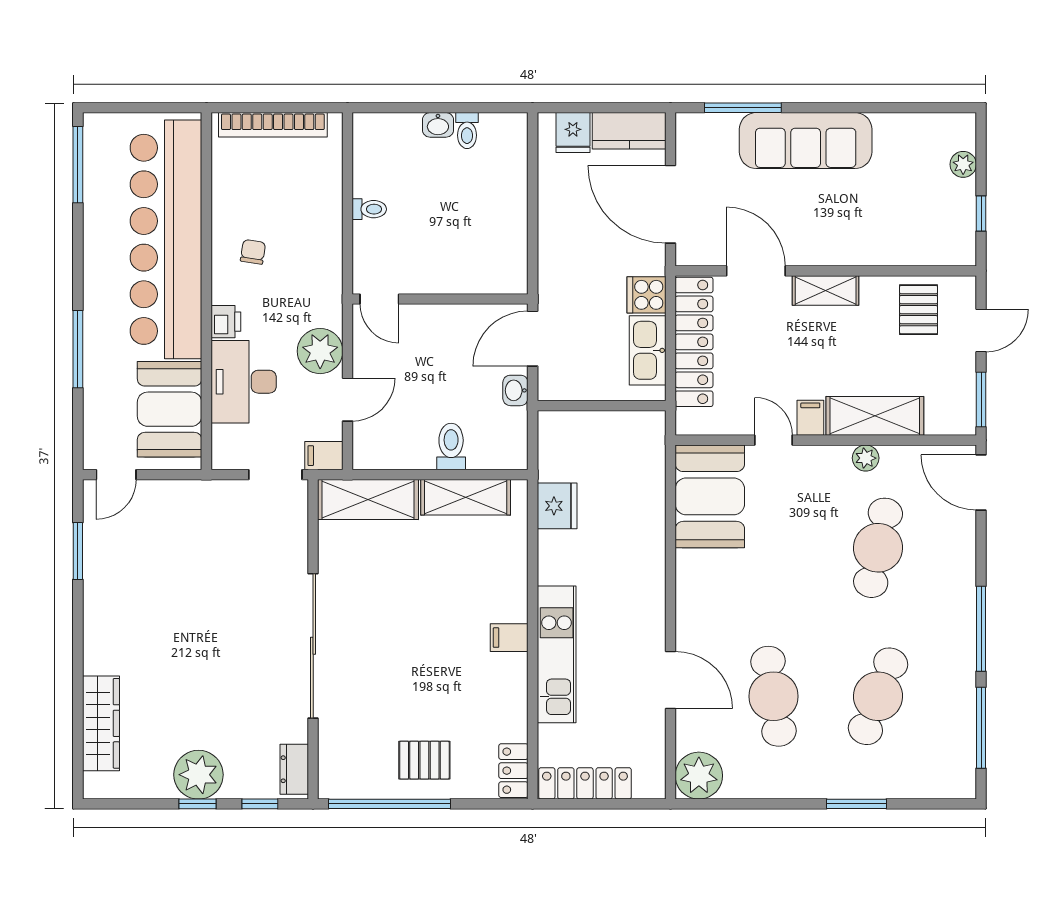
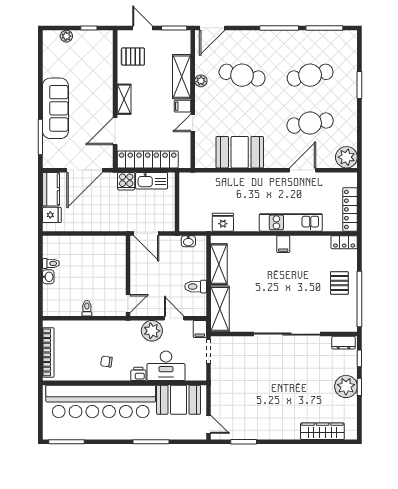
washbasin: (515, 390) -> (188, 241), moved
toilet: (451, 446) -> (196, 287), moved
booth: (710, 496) -> (240, 152), moved
cafe table: (878, 696) -> (310, 75), turned -33

